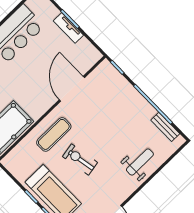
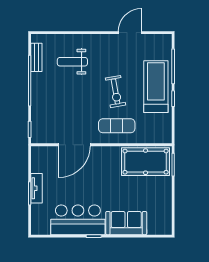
weight bench: (140, 162) -> (72, 62), moved

